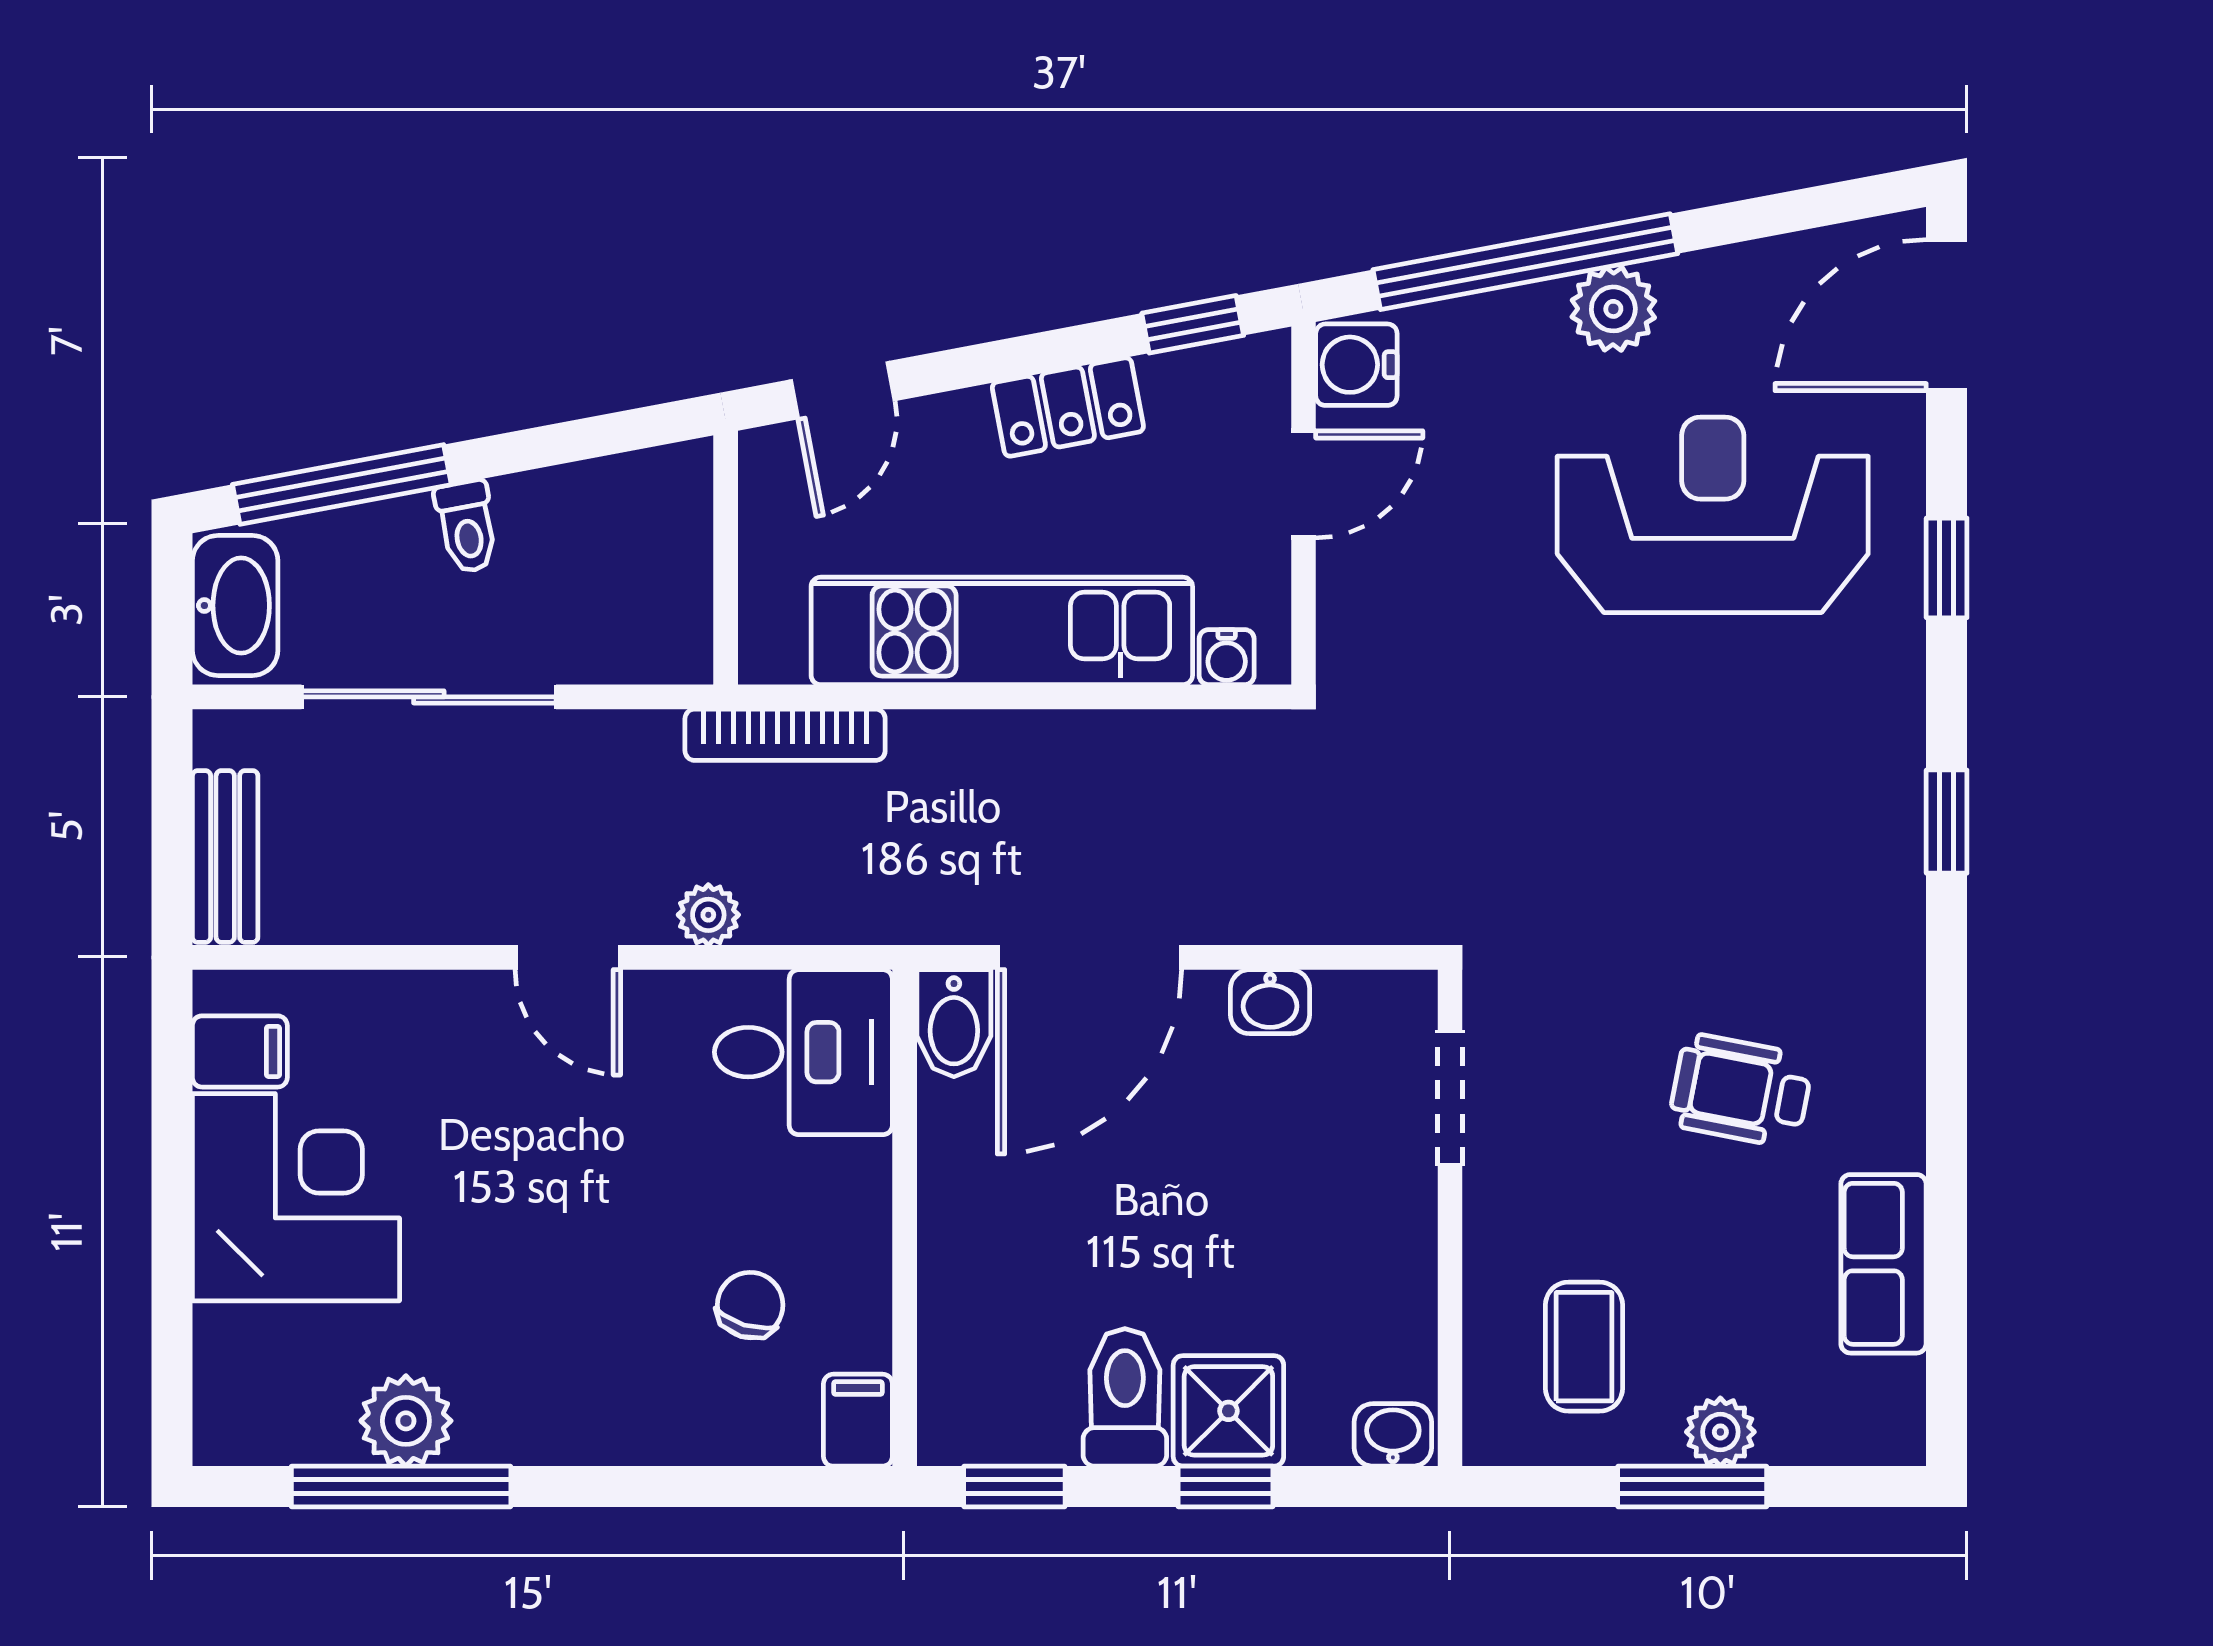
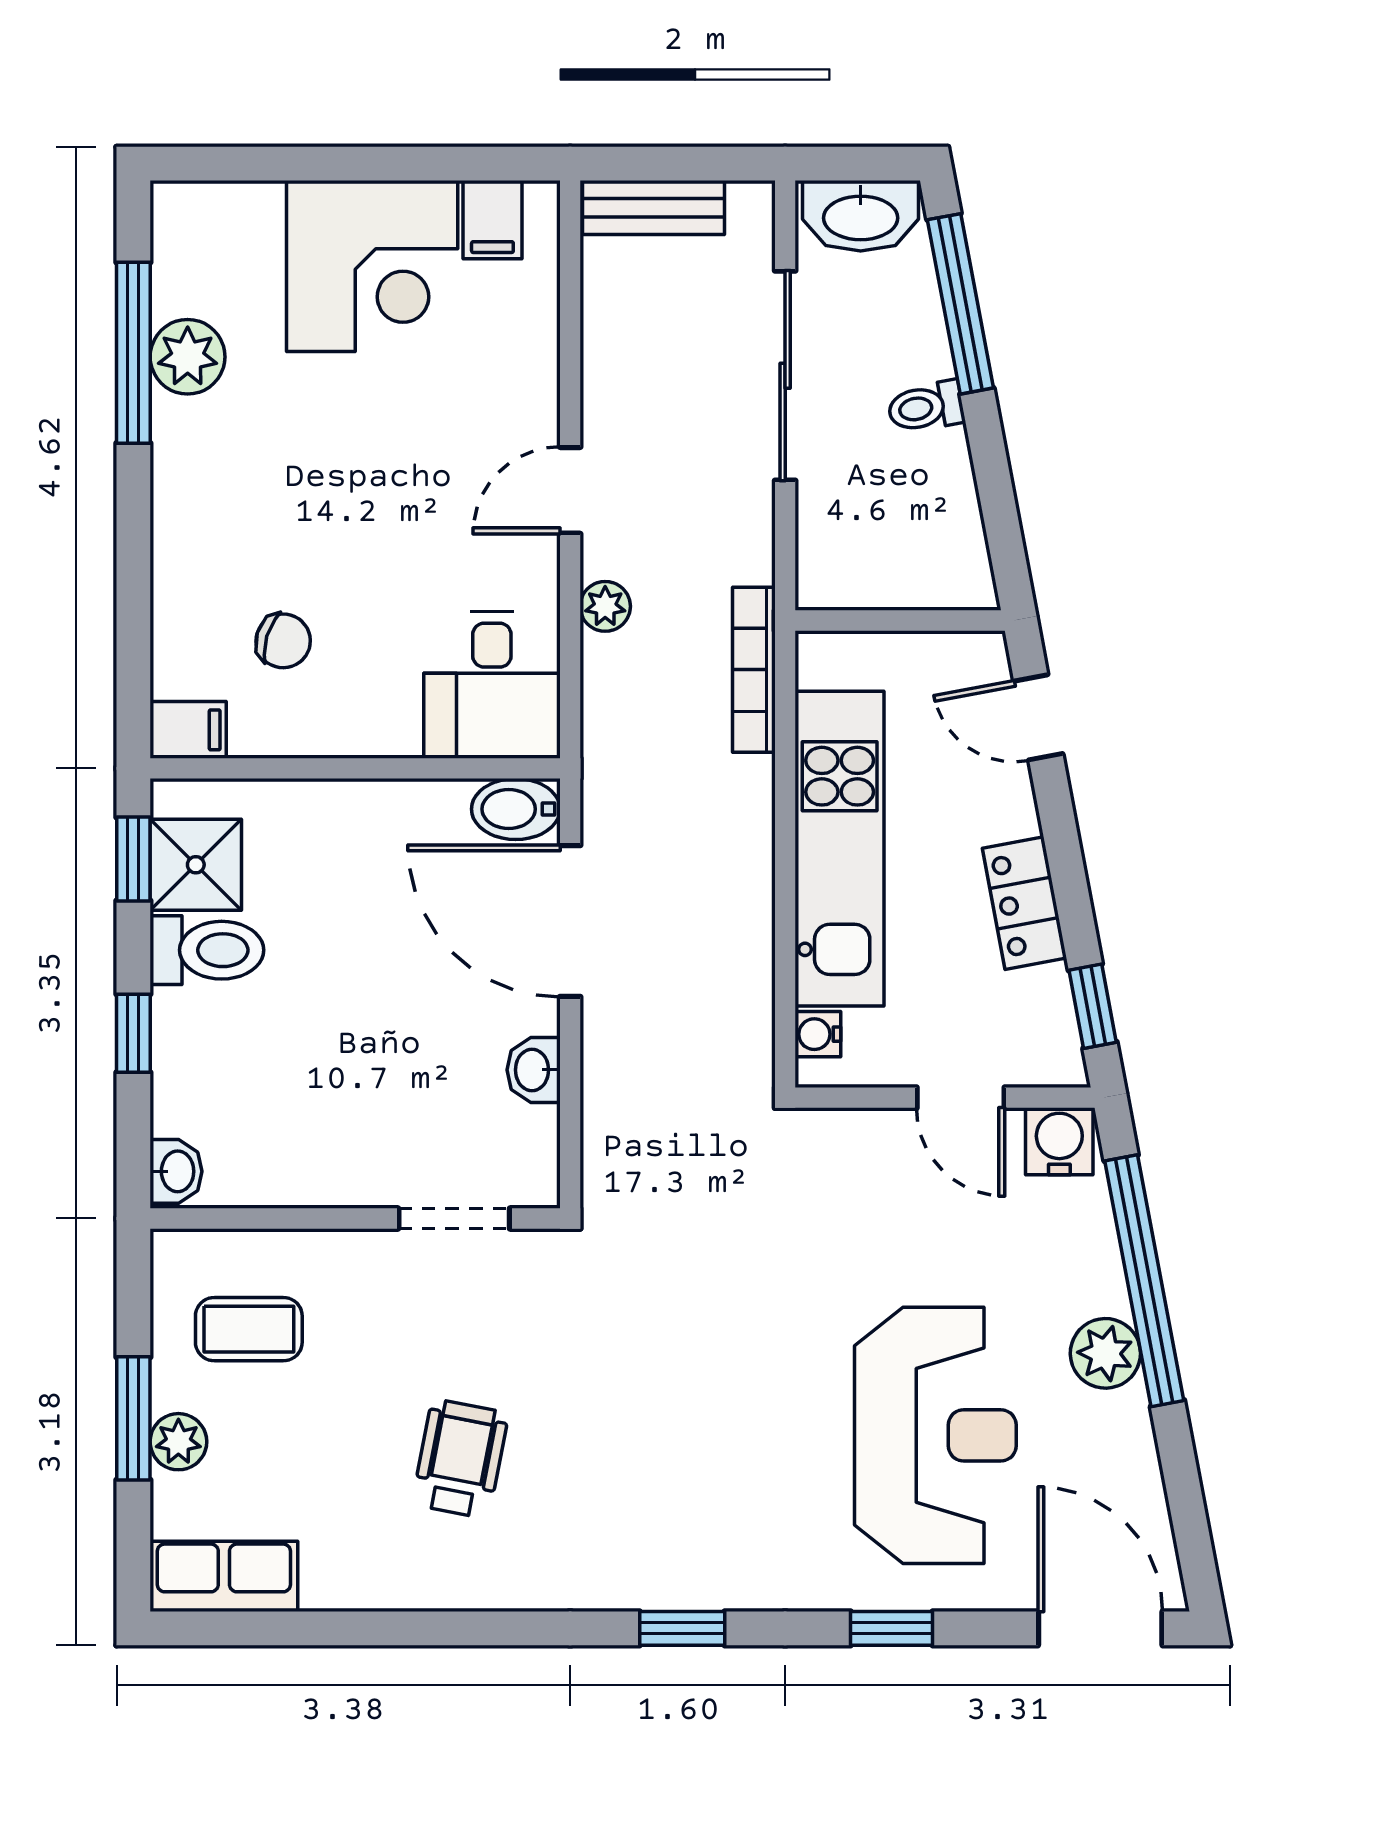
row of seats: (1884, 1264) -> (224, 1576), moved
shower: (1228, 1411) -> (196, 865), moved

